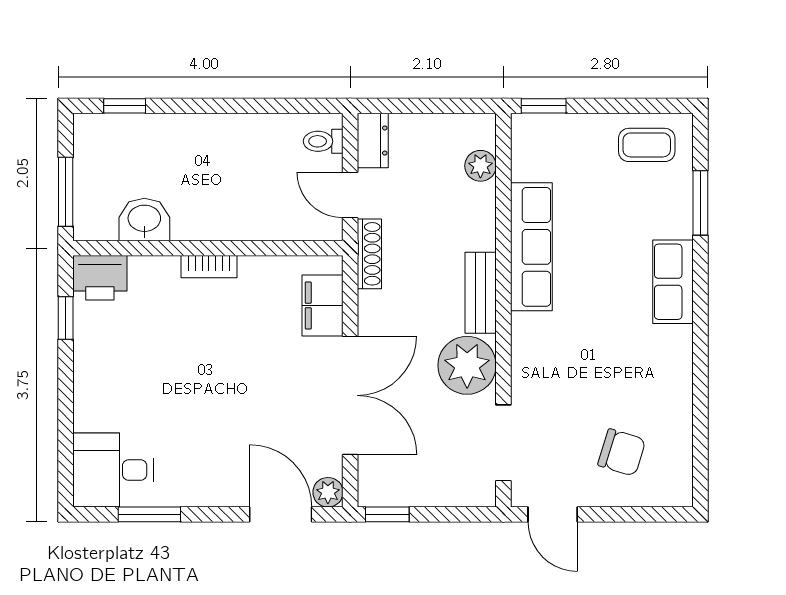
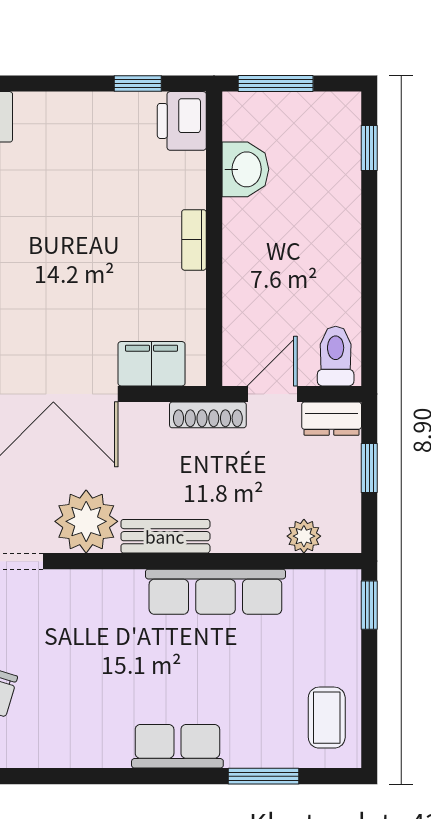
window: (418, 106) -> (369, 468), added
toilet: (323, 141) -> (336, 356), width x1.37, depth x1.39

